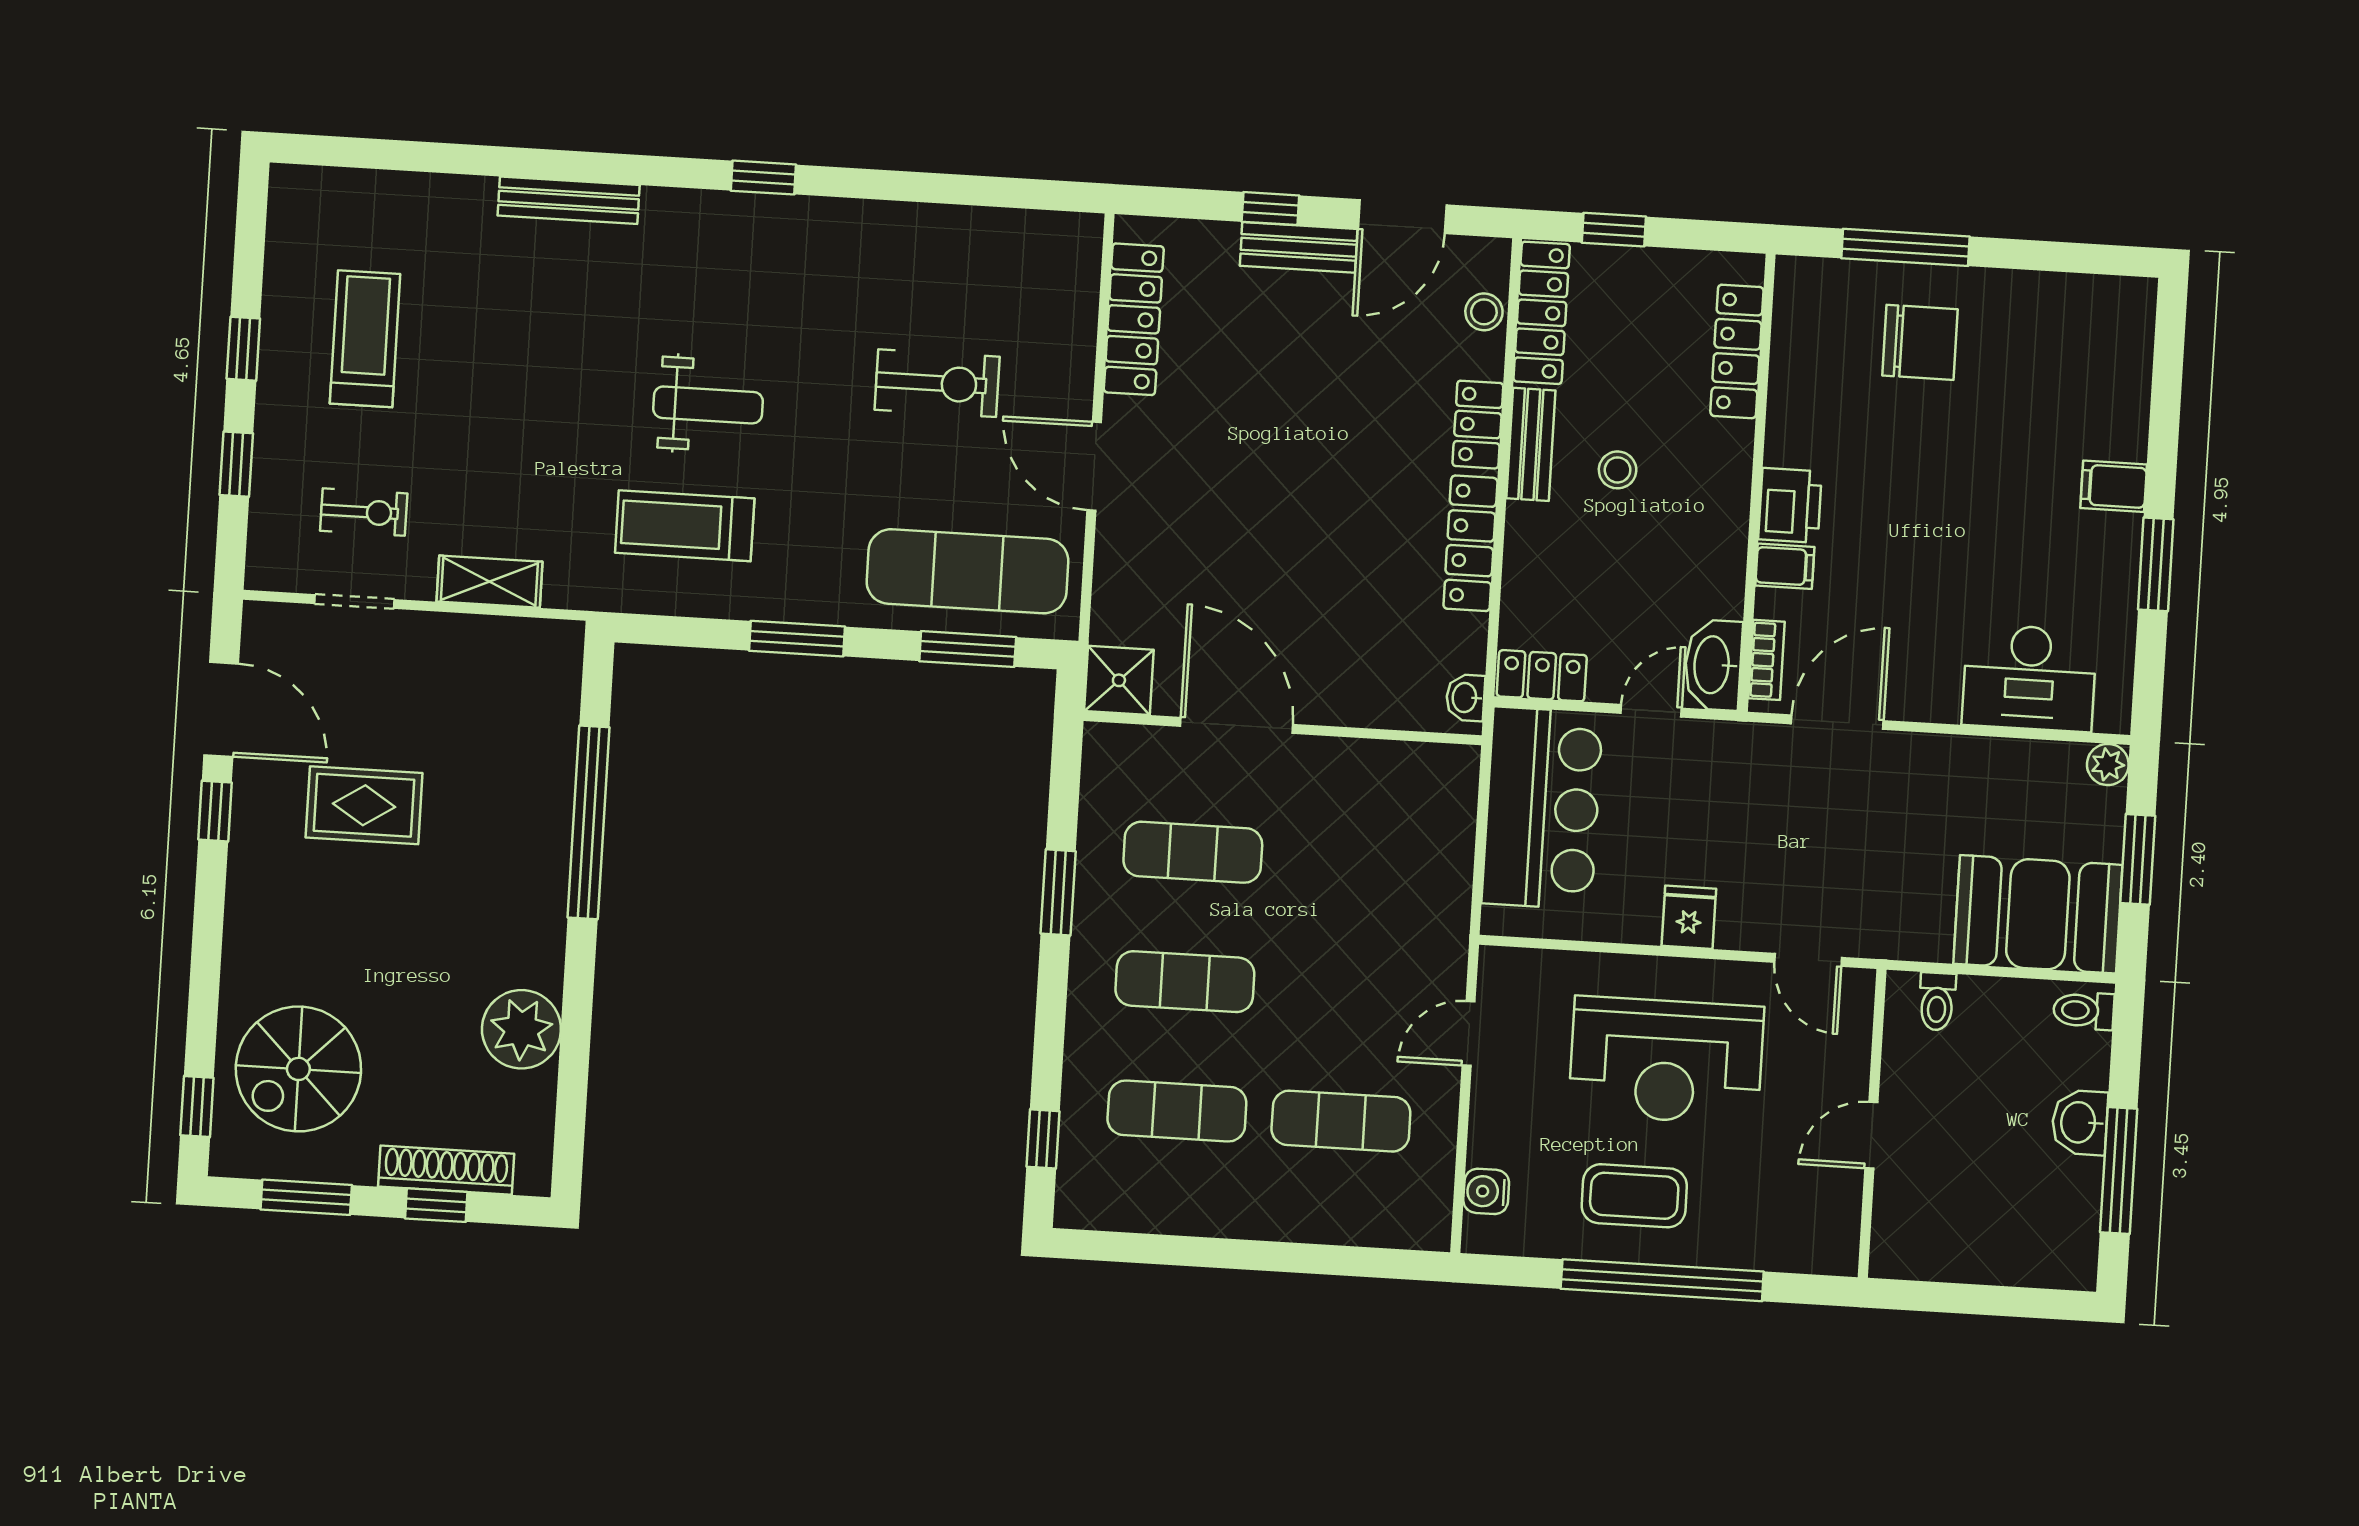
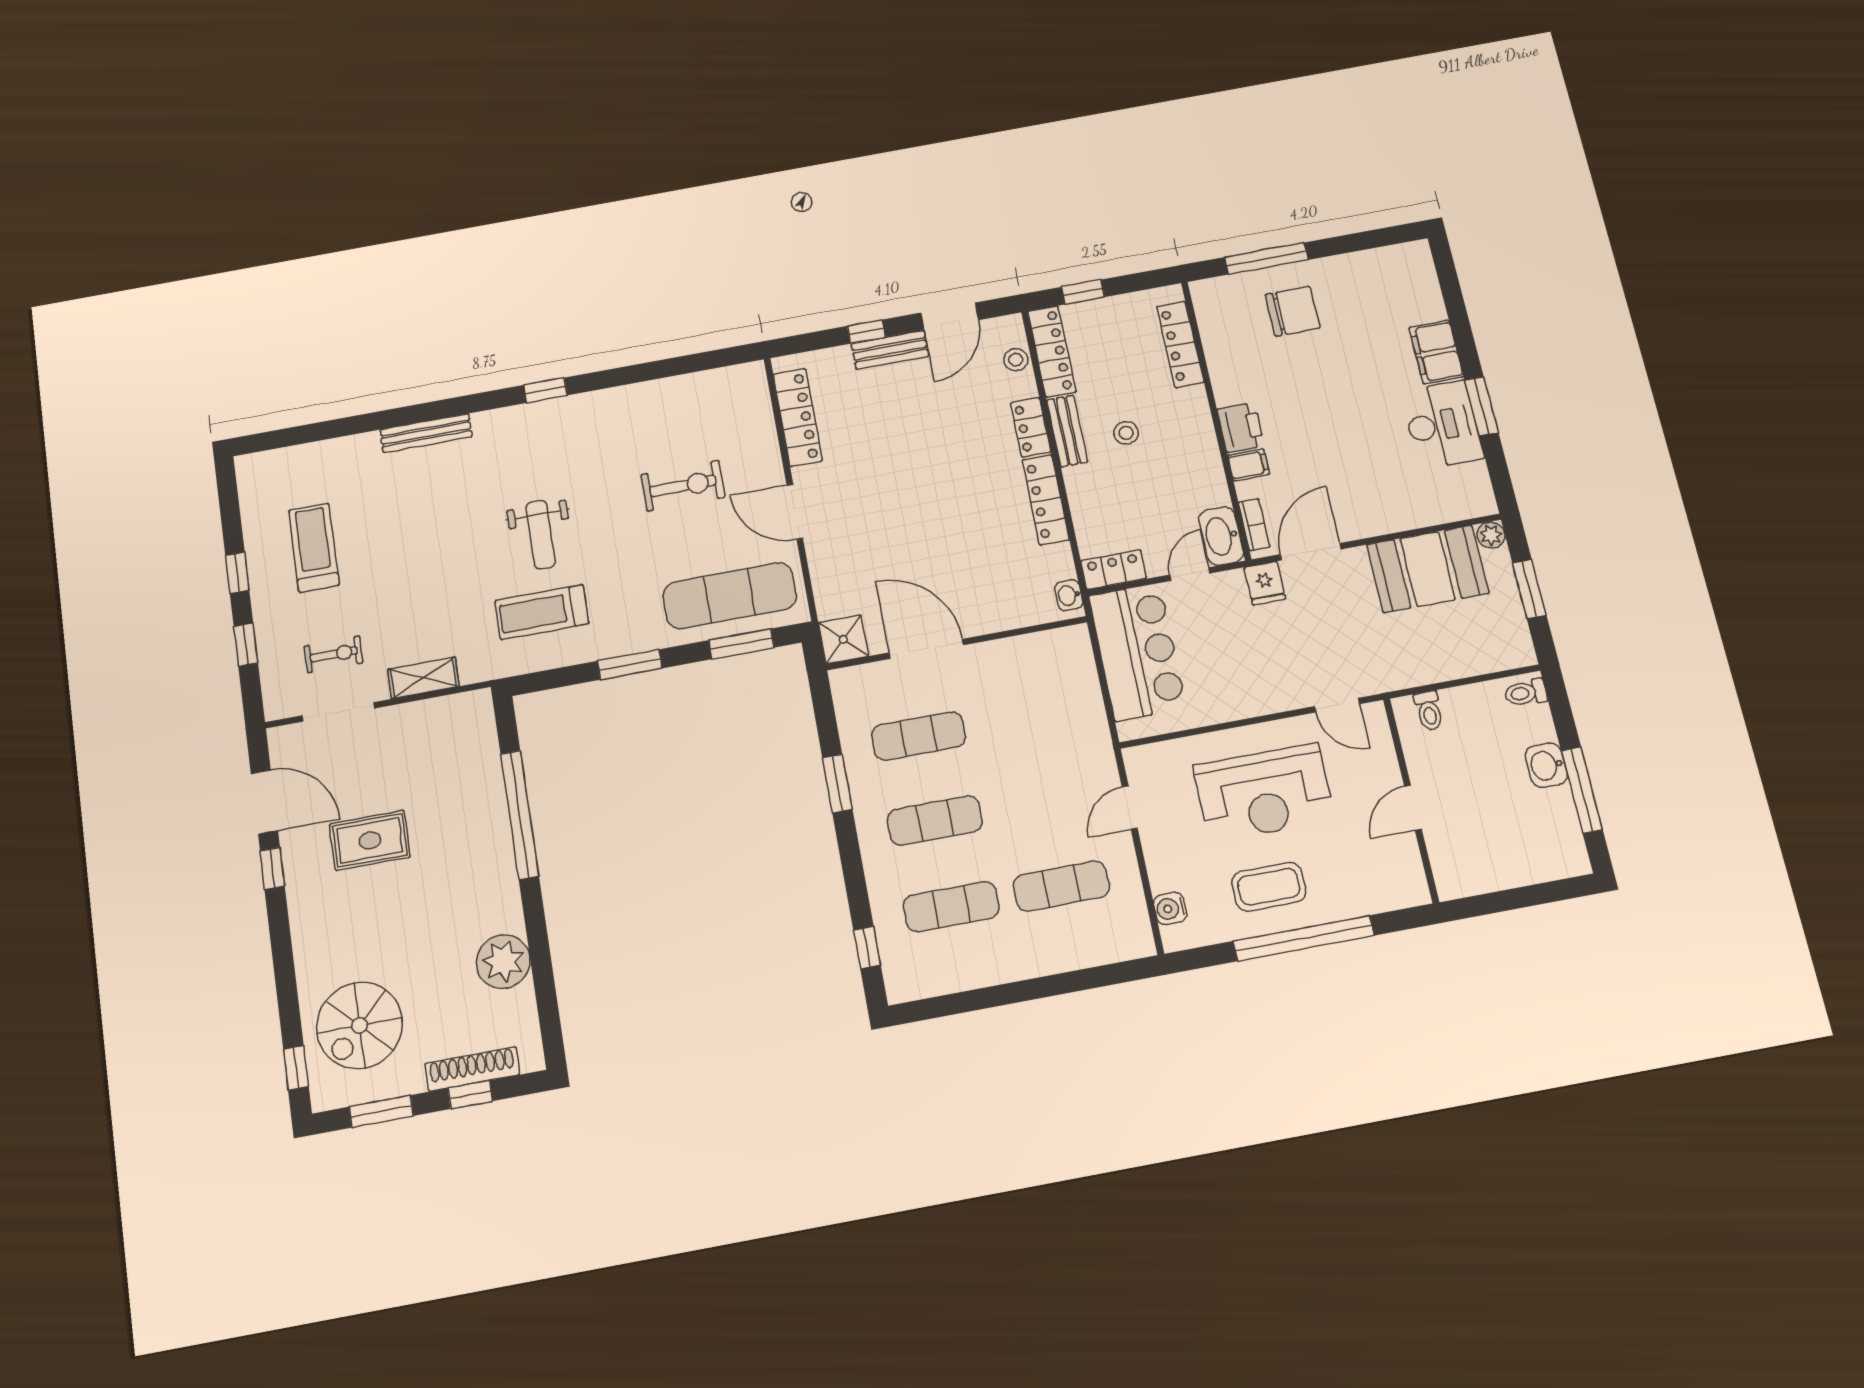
weight bench: (708, 405) -> (541, 535), turned 90
filing cabinet: (2114, 486) -> (1436, 352), width x2.00
doorway: (354, 602) -> (338, 712), width x1.38
desk: (2029, 678) -> (1442, 425), moved, turned -90
booth: (2038, 914) -> (1428, 569), moved
fridge: (1689, 917) -> (1265, 583), moved, turned 180

